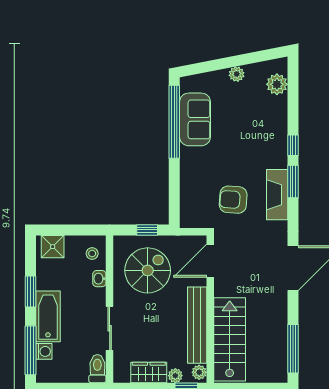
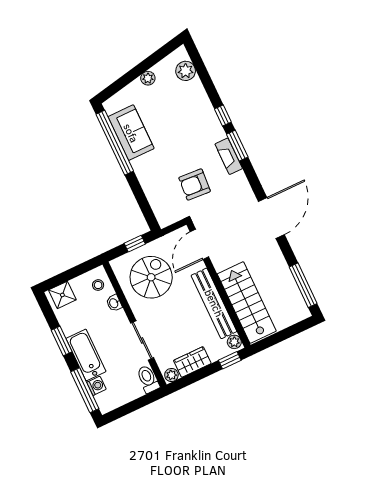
fireplace: (277, 195) -> (229, 156), width x0.73, depth x0.76
plant: (175, 376) -> (171, 375), moved

